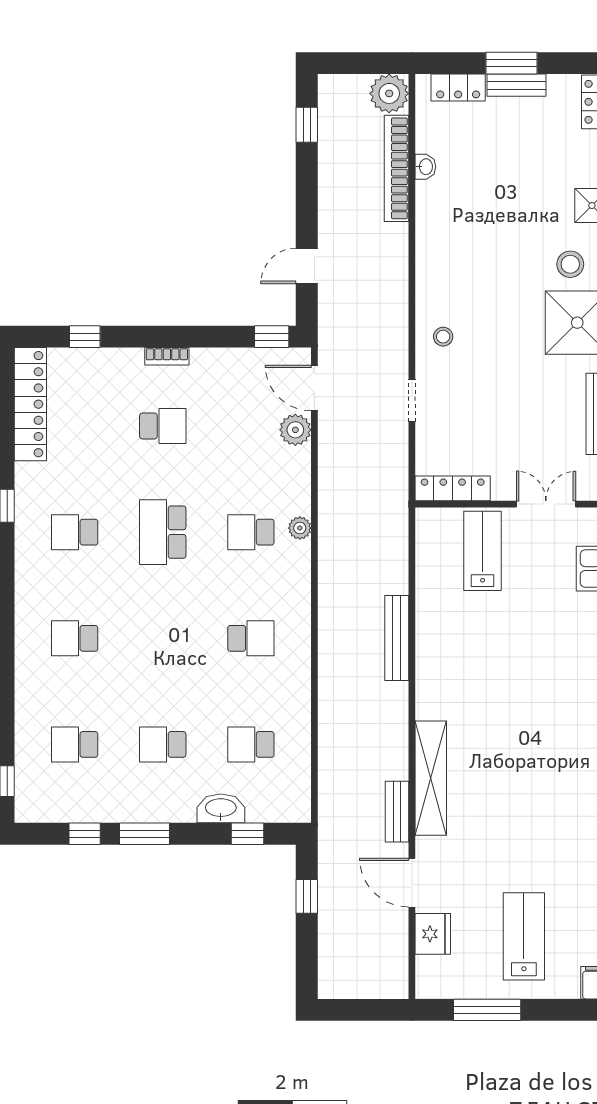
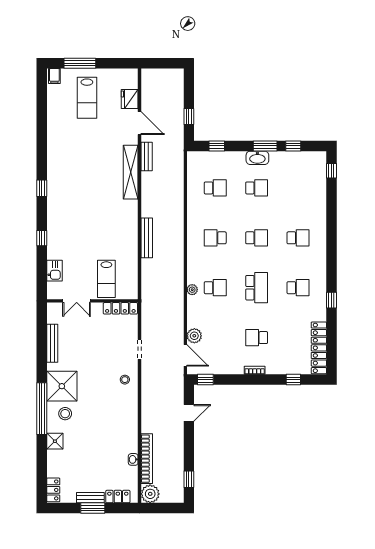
school desk: (75, 744) -> (257, 238), moved
washbasin: (221, 808) -> (257, 158), moved
window: (487, 1010) -> (80, 63), moved

